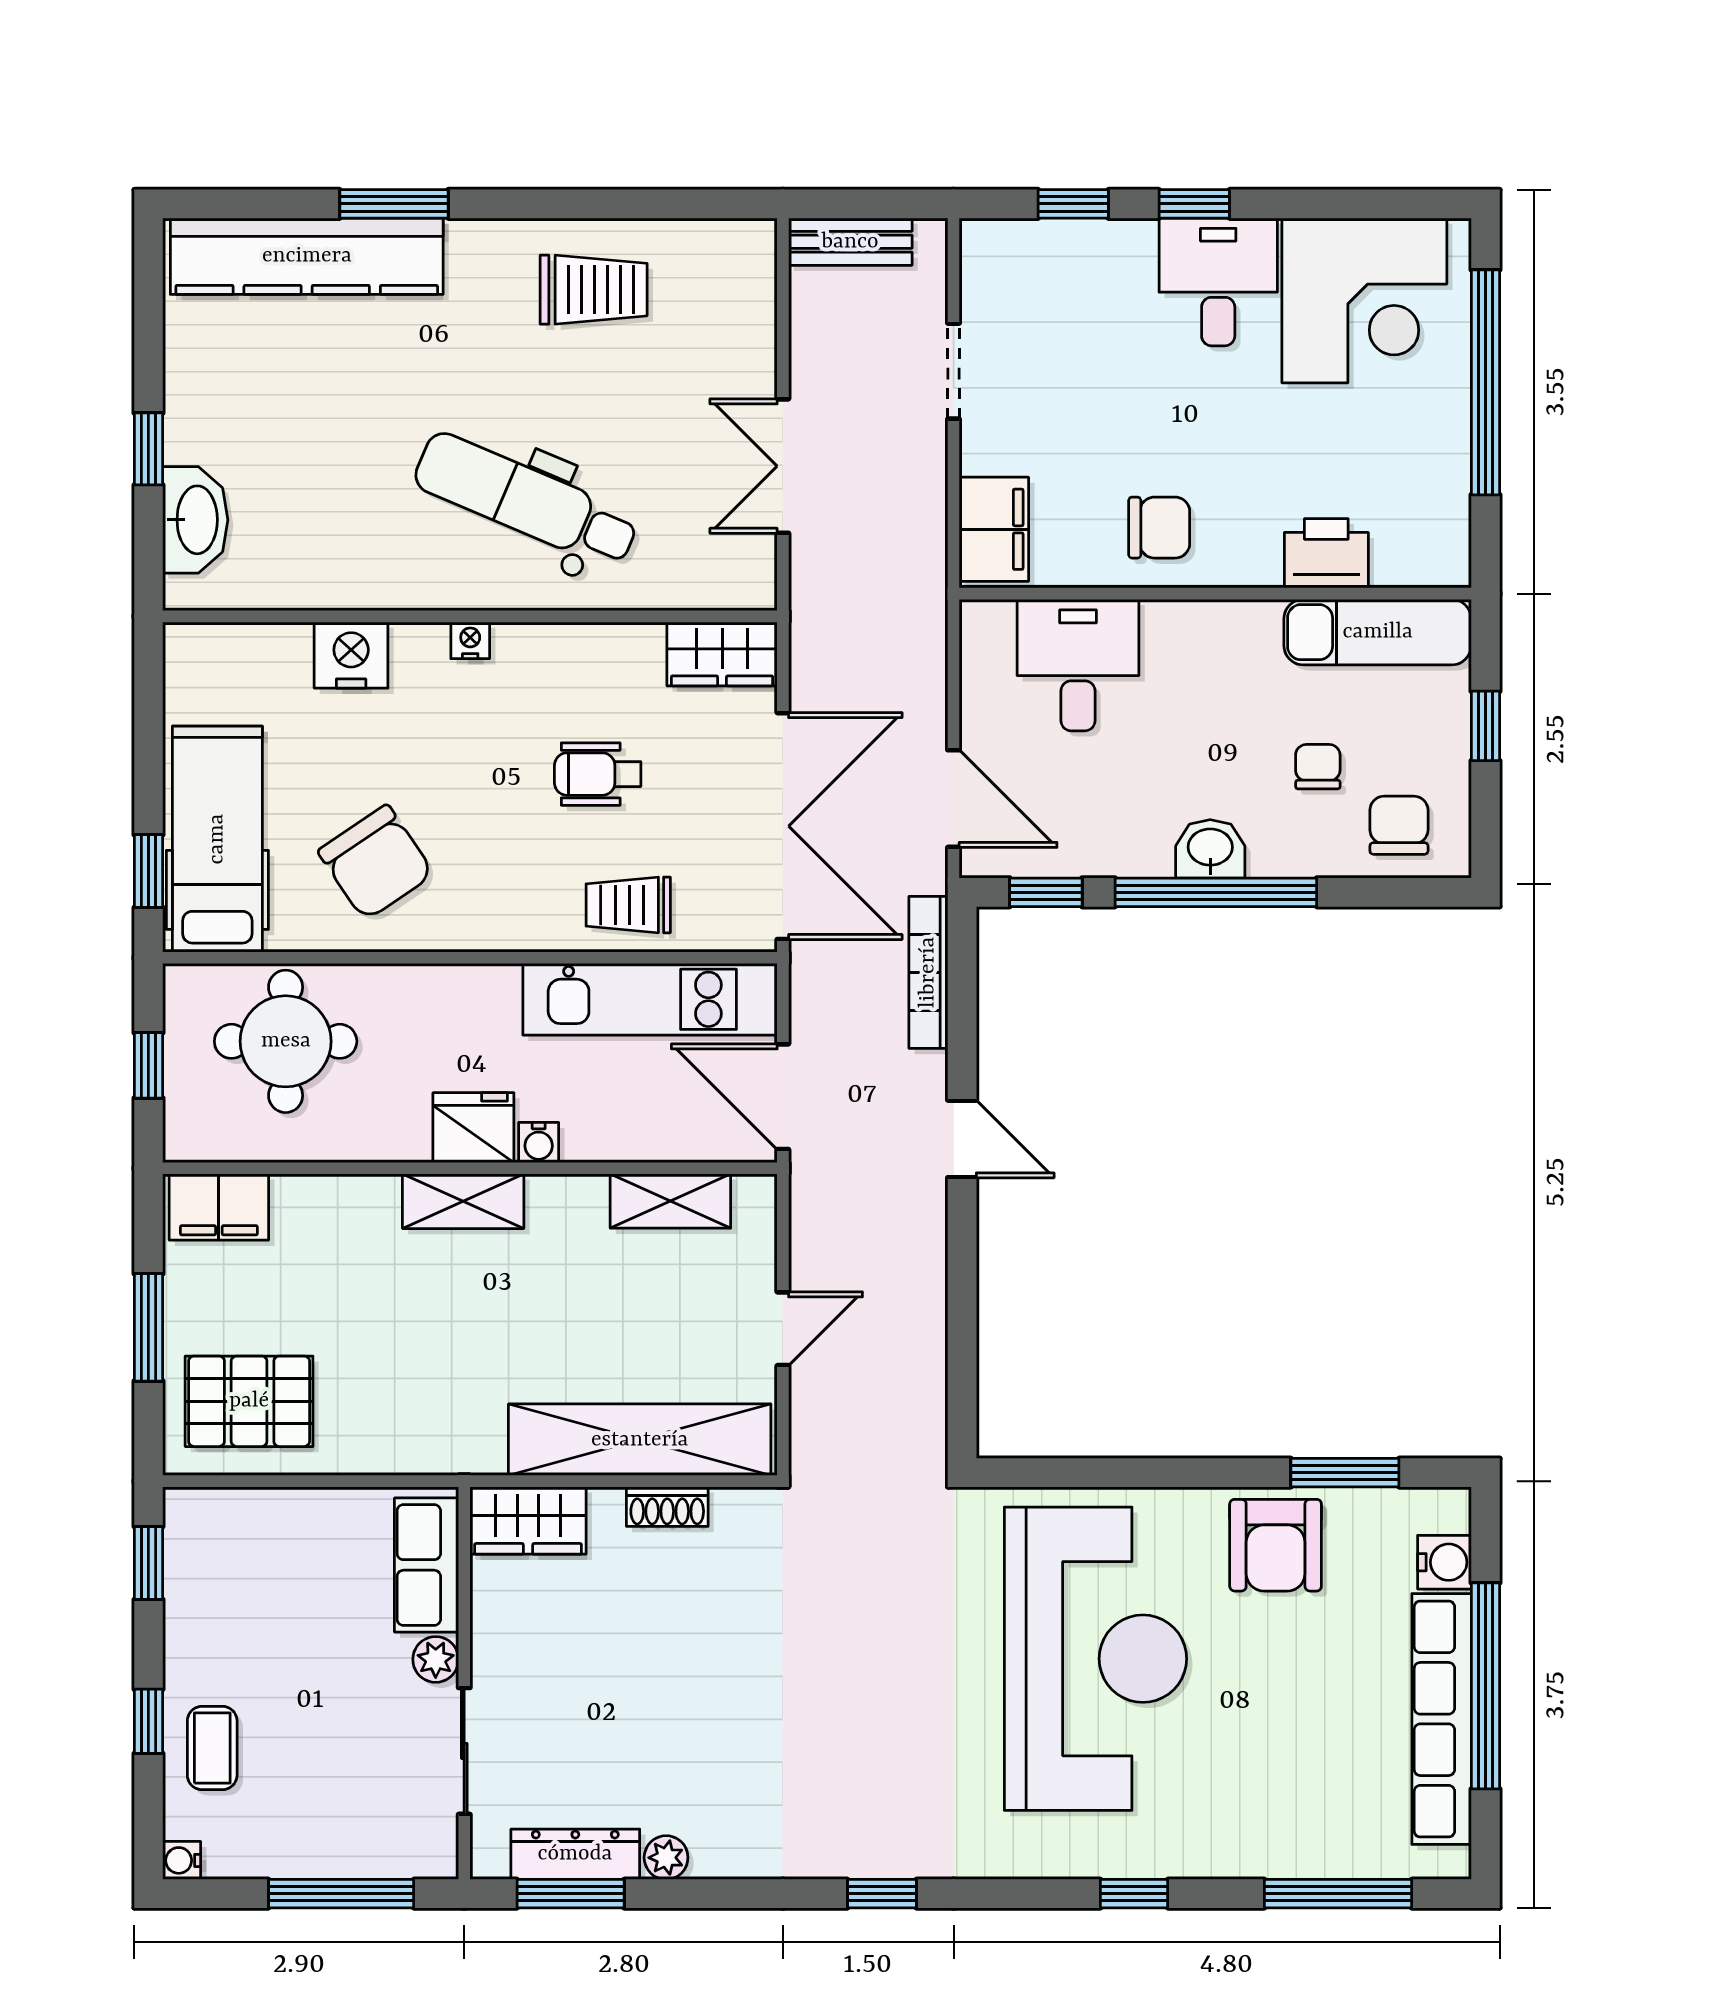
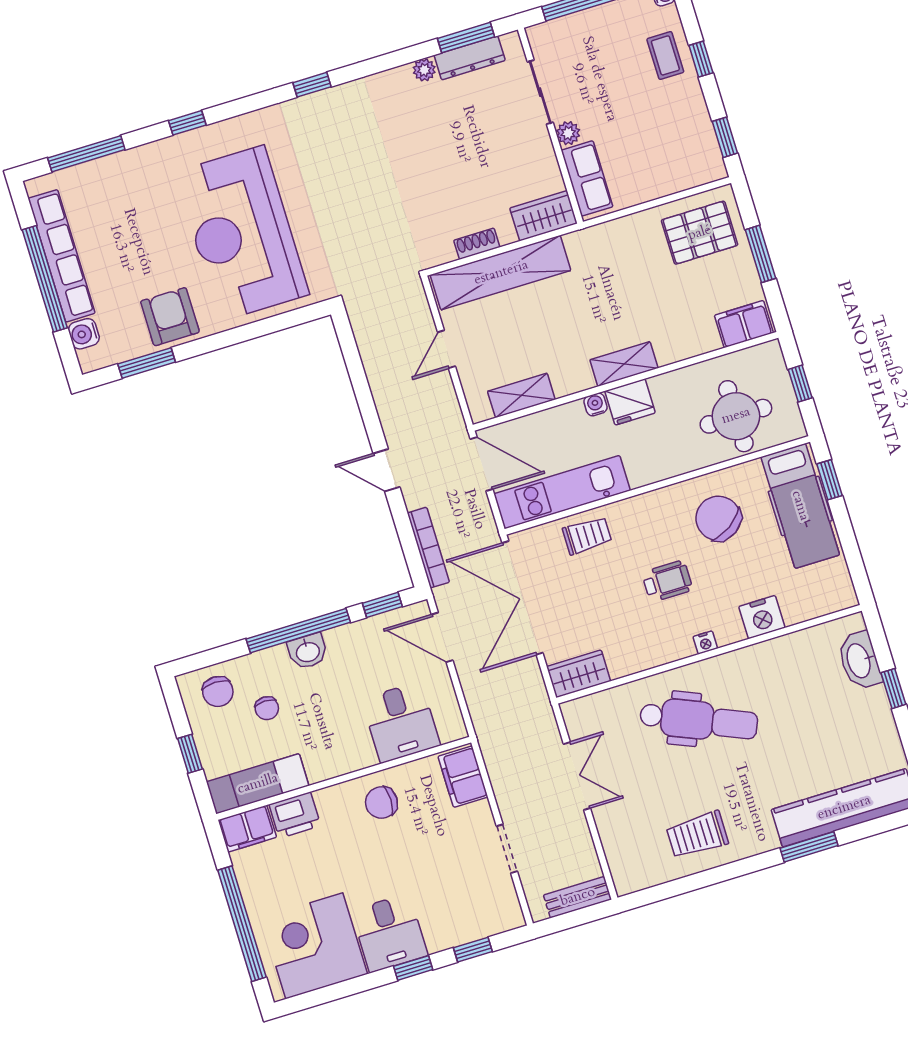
filing cabinet: (1422, 555) -> (247, 829), added
wheelchair: (598, 774) -> (667, 581), moved

